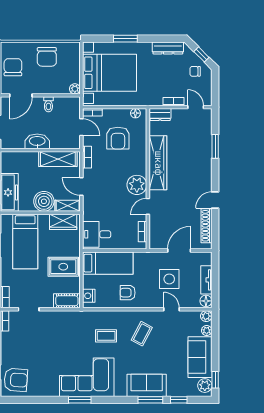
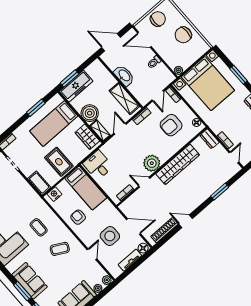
floor lamp: (206, 301) -> (143, 248), moved

